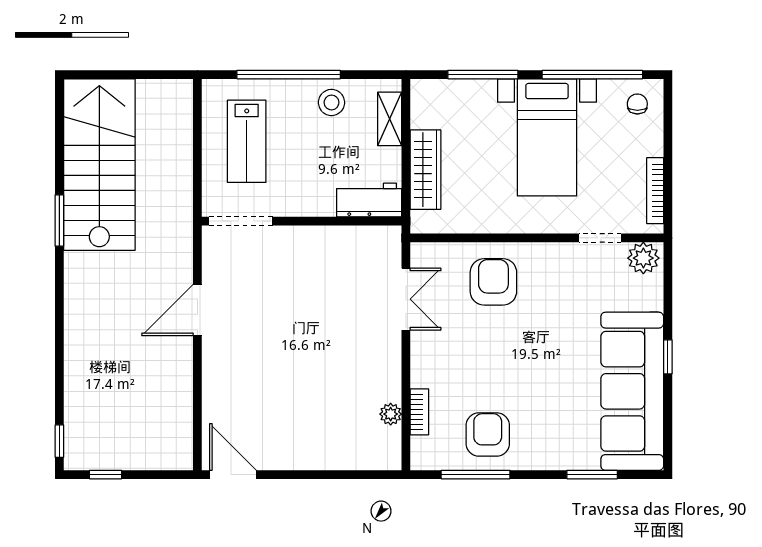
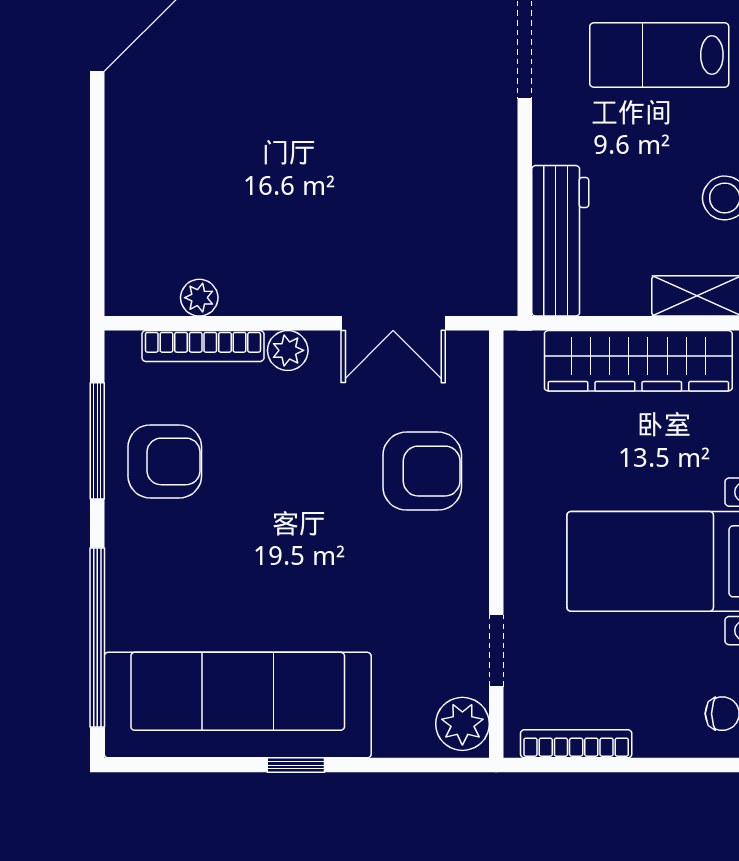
wardrobe: (425, 170) -> (638, 361), width x1.40, depth x1.17
workbench: (369, 200) -> (560, 241), width x1.38
plant: (422, 362) -> (288, 350), added
bookcase: (419, 412) -> (203, 346), width x1.56
window: (592, 475) -> (97, 638), width x2.11

